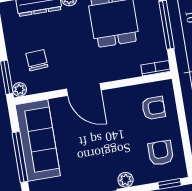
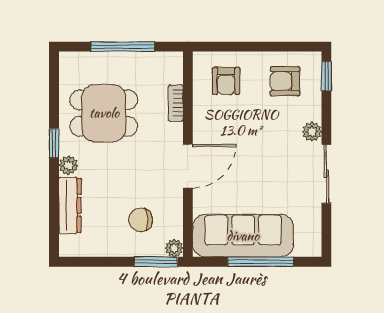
bookcase: (156, 68) -> (176, 103), moved
armchair: (153, 108) -> (226, 81), turned 180

